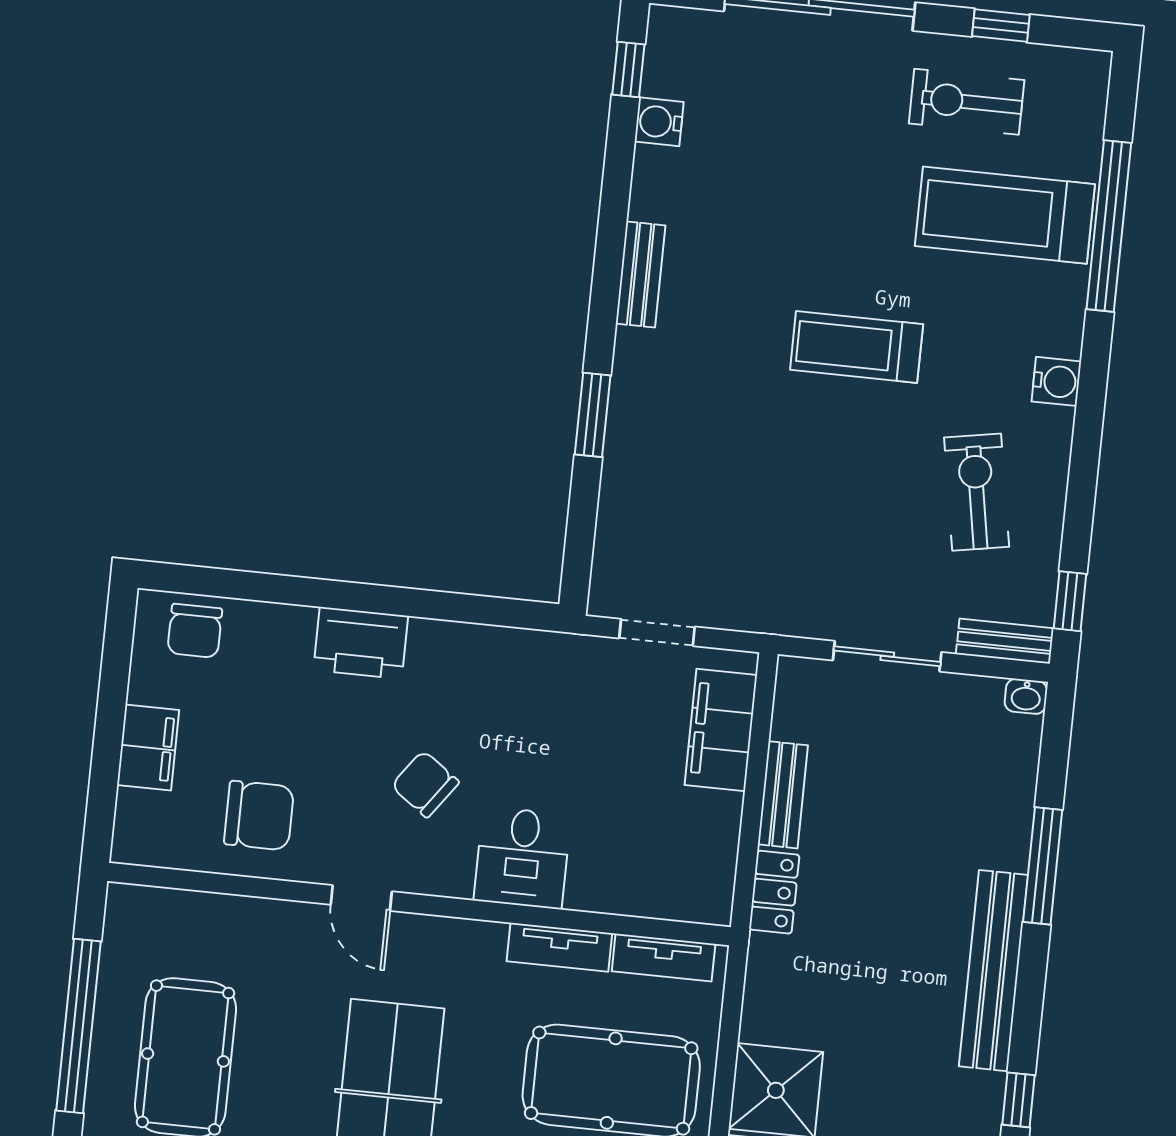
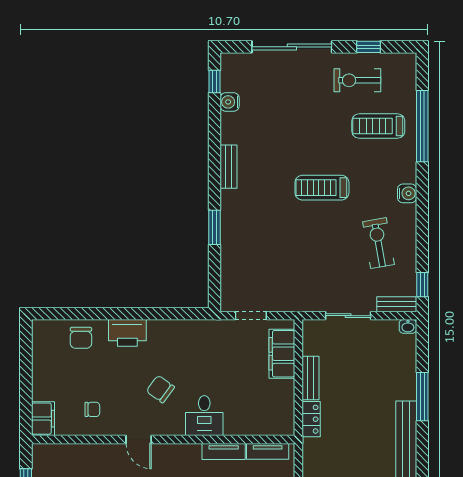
treadmill: (1005, 215) -> (378, 126), width x0.73, depth x0.73
chair: (195, 631) -> (81, 338), moved
filing cabinet: (148, 748) -> (43, 419), moved
chair: (259, 816) -> (92, 409), width x0.54, depth x0.54

